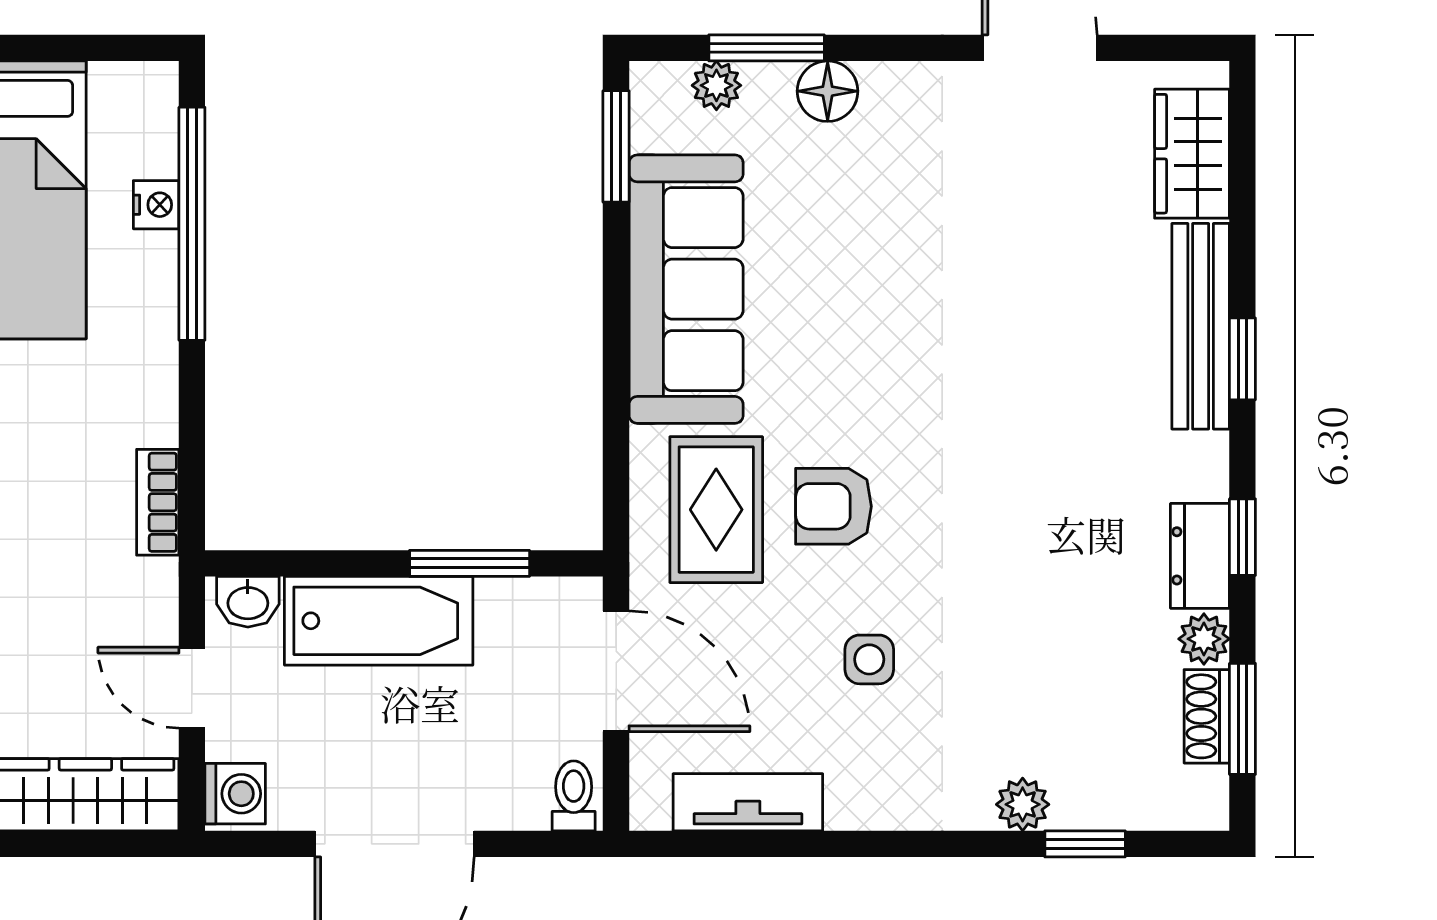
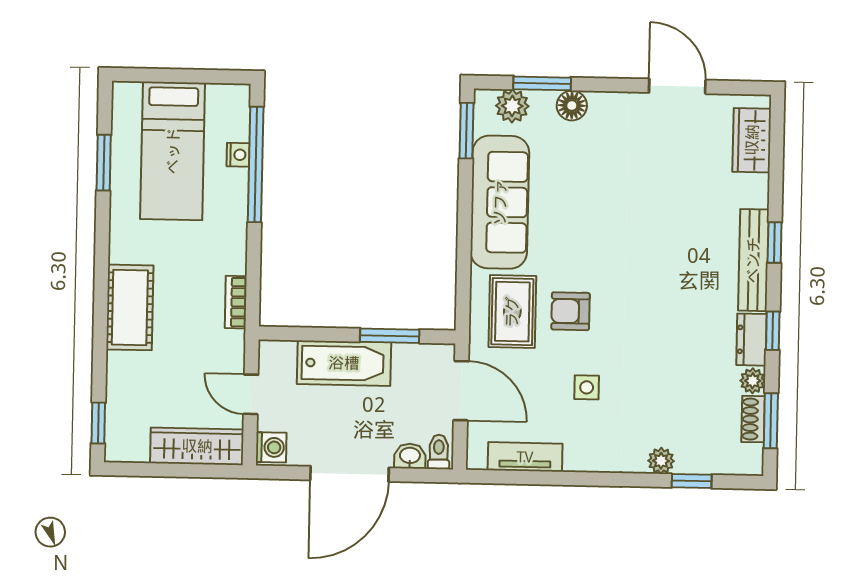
plant: (716, 85) -> (512, 106), width x1.38, depth x1.38
bench: (1201, 326) -> (753, 260), moved
washbasin: (248, 602) -> (410, 456), moved, turned 180

